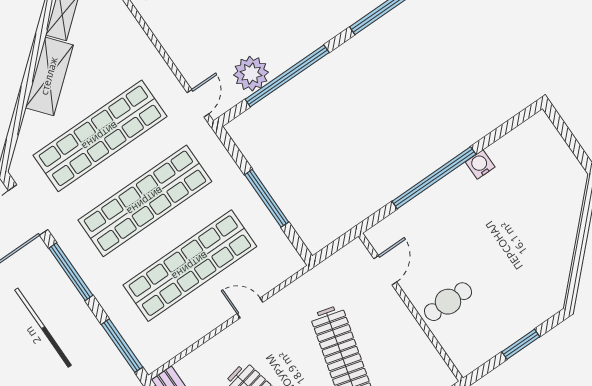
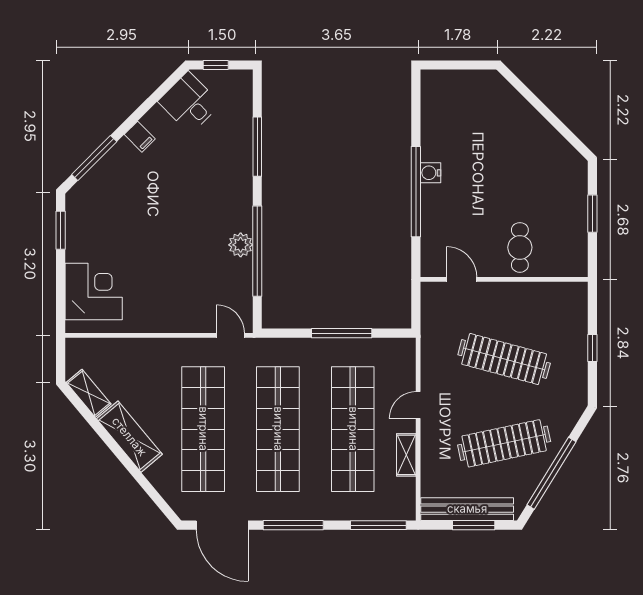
plant: (251, 74) -> (241, 245), moved, width x0.73, depth x0.73
water cooler: (480, 165) -> (430, 173), moved
shelving: (200, 328) -> (406, 455), added

